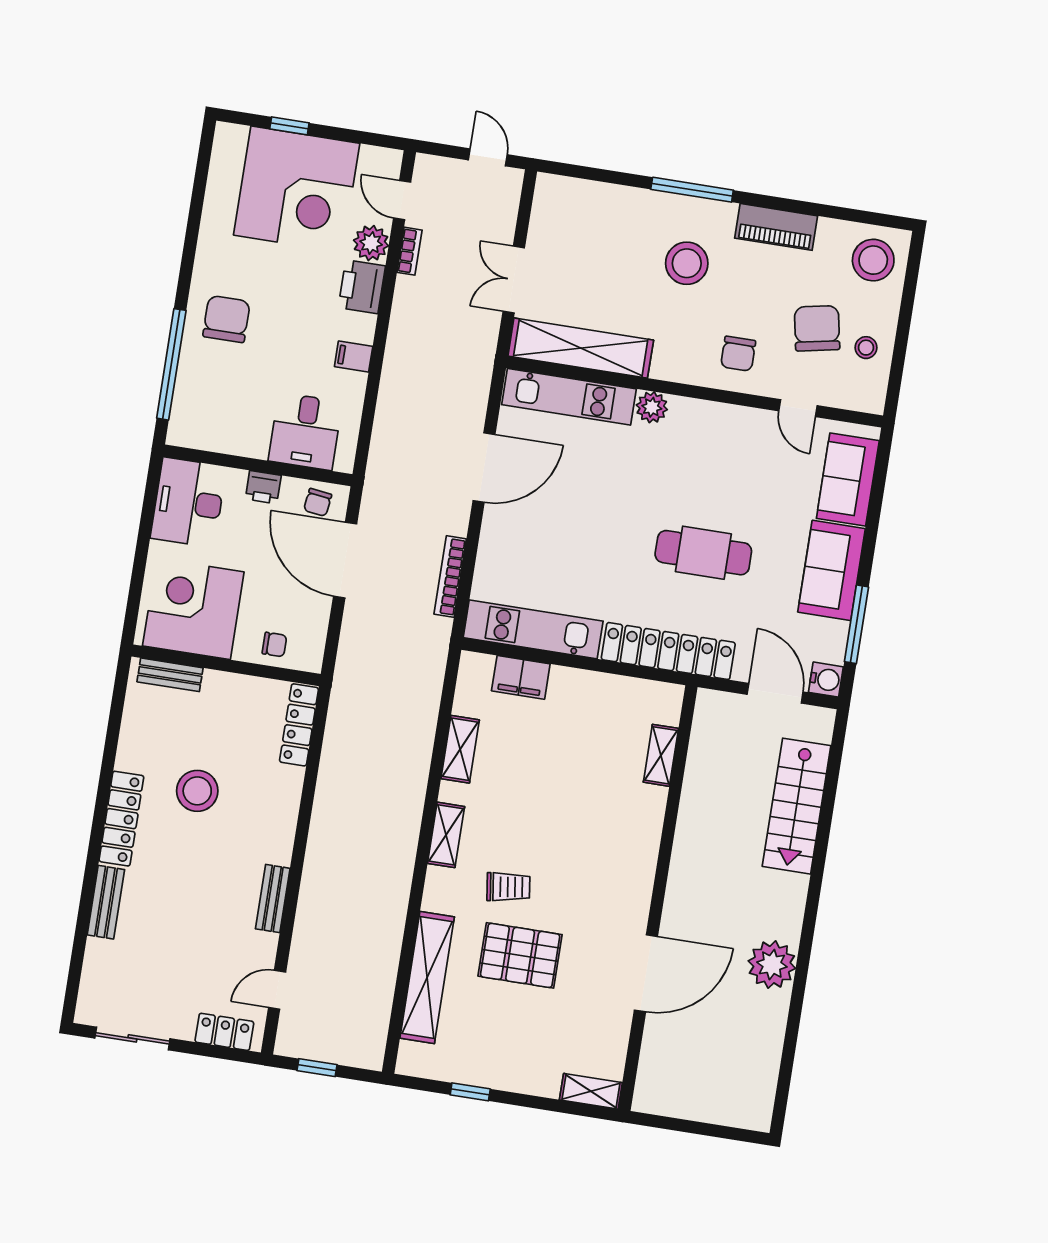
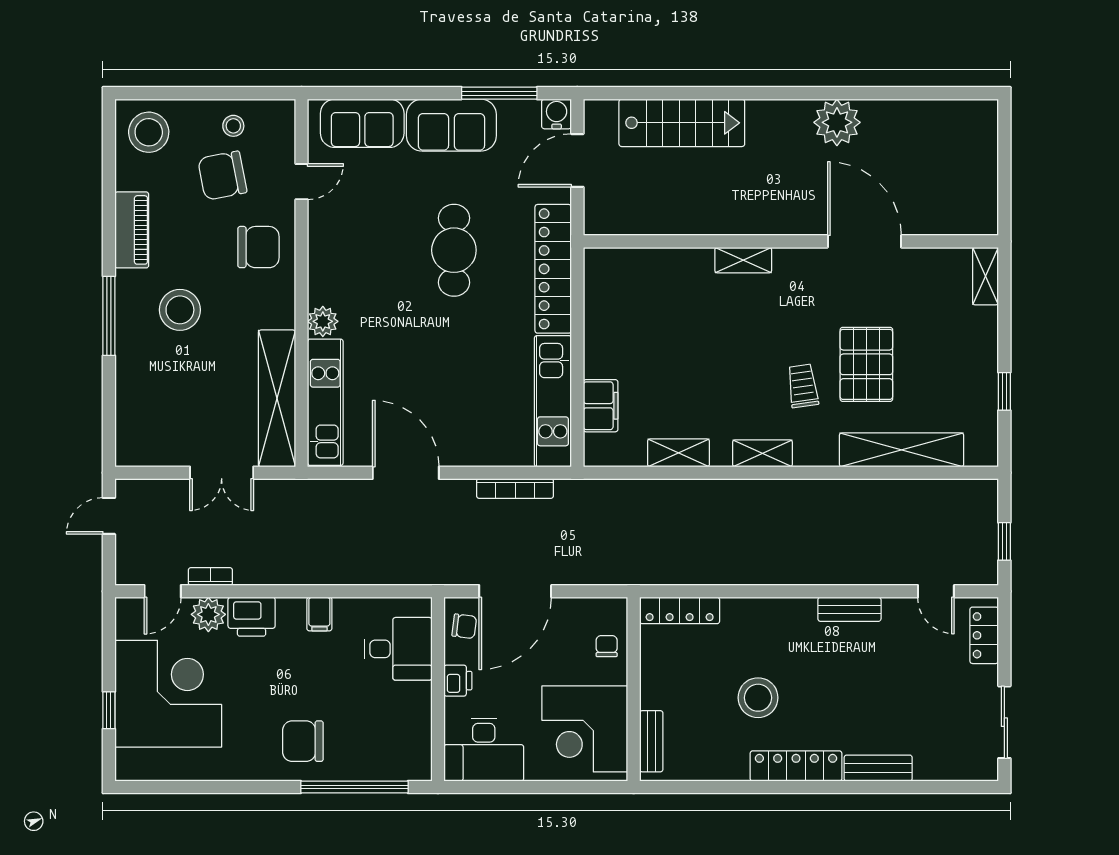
chair: (738, 354) -> (258, 247), width x1.37, depth x1.37
shelving: (661, 755) -> (743, 260), moved

